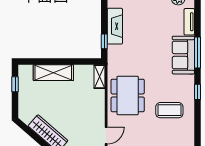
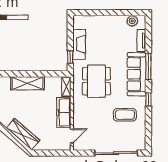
sofa: (183, 55) -> (137, 74), width x1.36
dining table: (128, 95) -> (96, 81), moved
freezer: (97, 108) -> (64, 113), added

